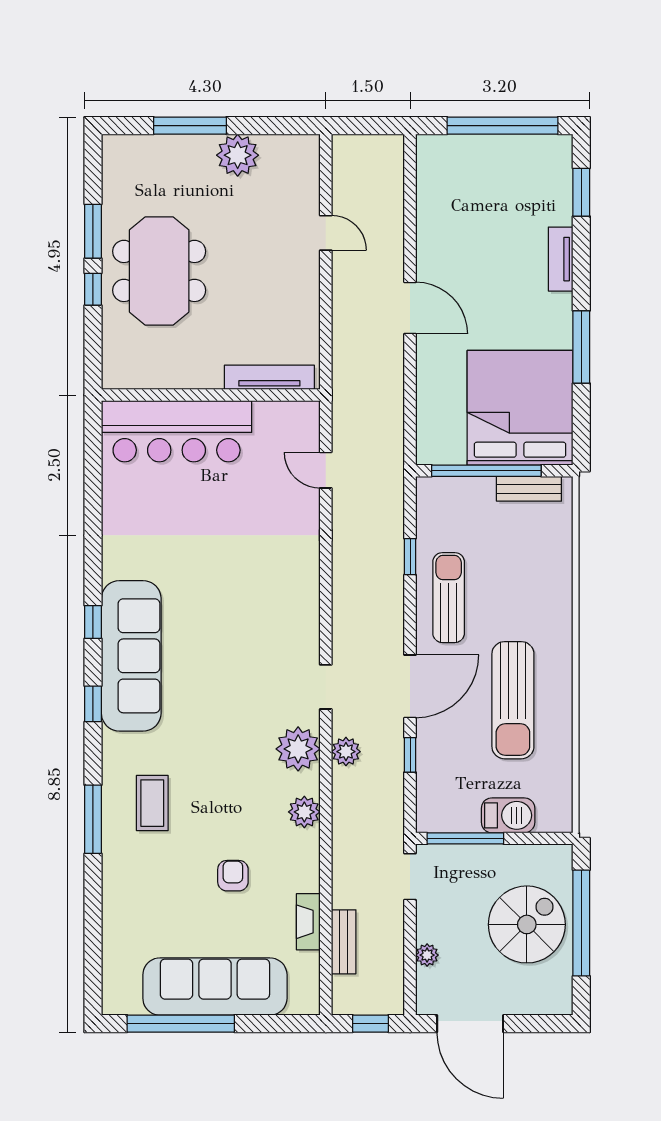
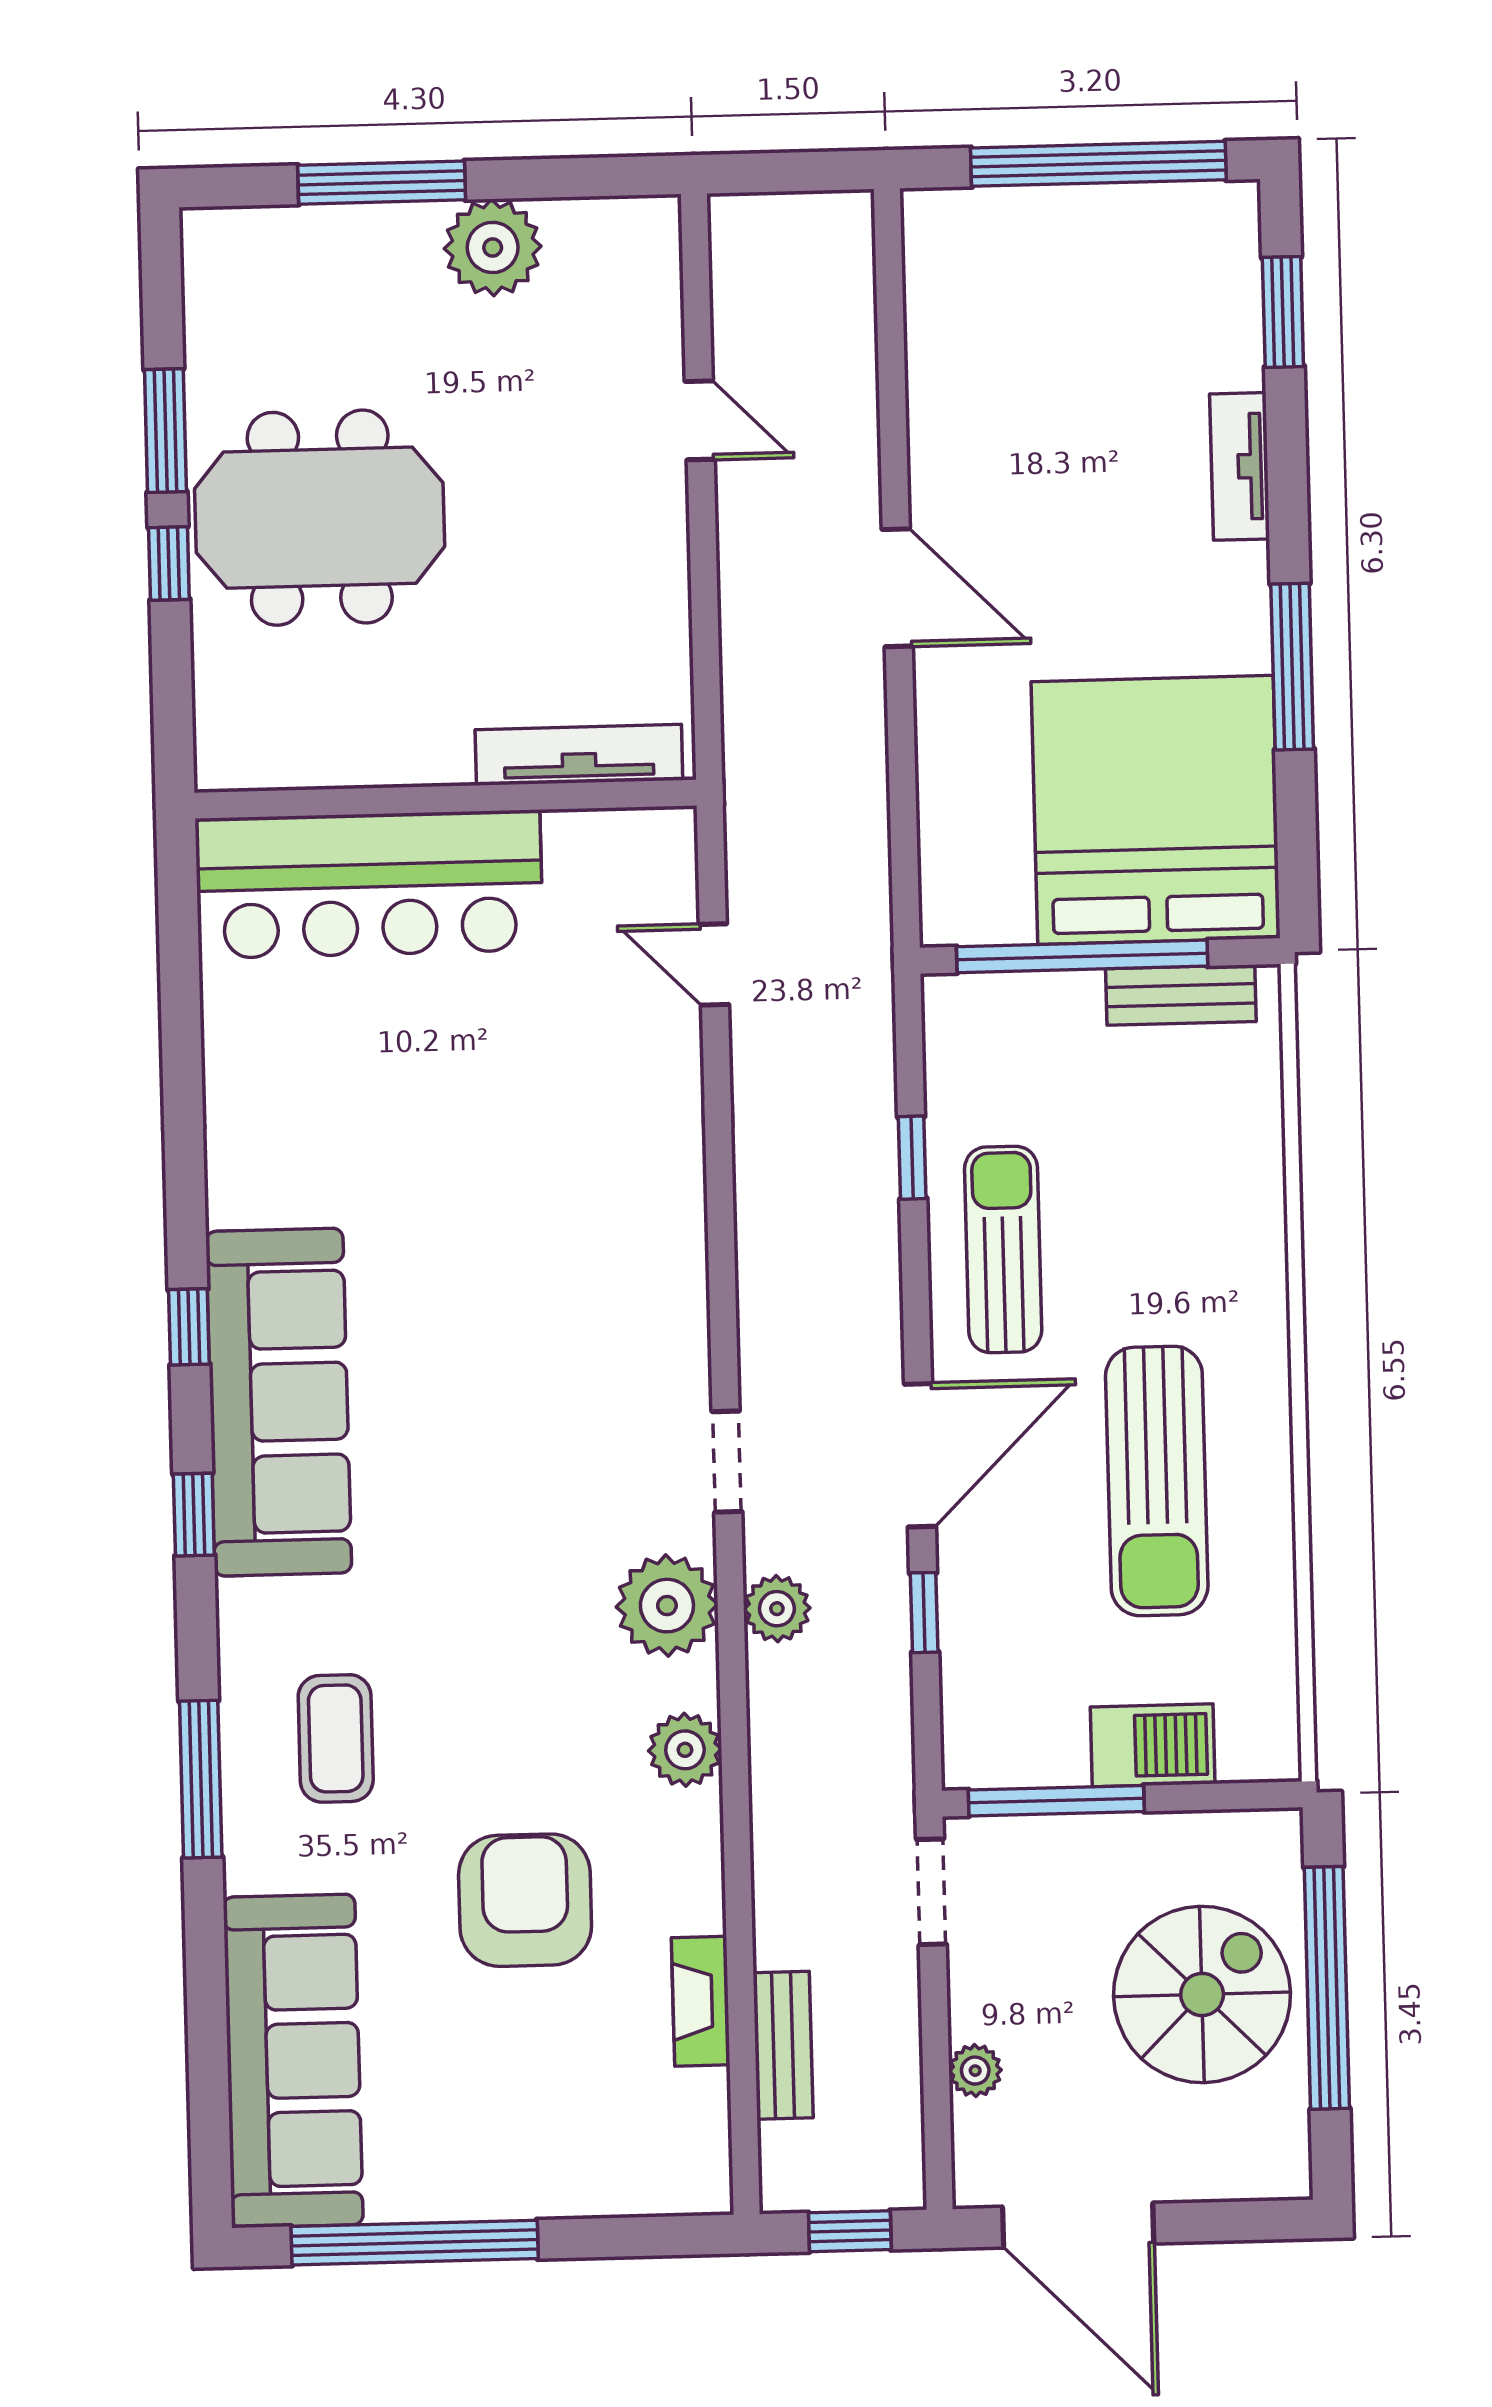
meeting table: (159, 271) -> (320, 518), turned 90
armchair: (233, 876) -> (525, 1900), width x1.88, depth x1.88
sofa: (215, 987) -> (293, 2061), moved, turned 90

